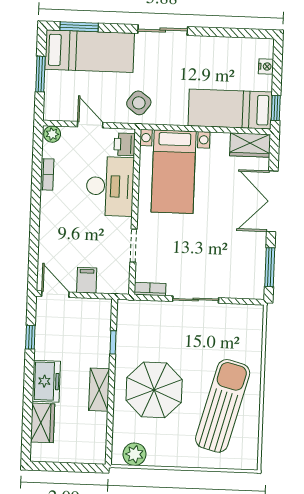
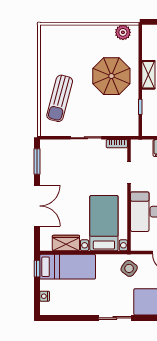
printer: (125, 144) -> (138, 240), removed
wardrobe: (250, 145) -> (66, 243), moved
sun lounger: (223, 406) -> (60, 98), moved, width x0.73, depth x0.75

